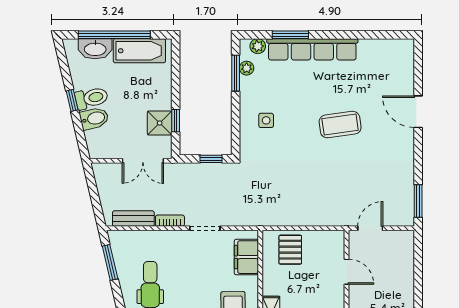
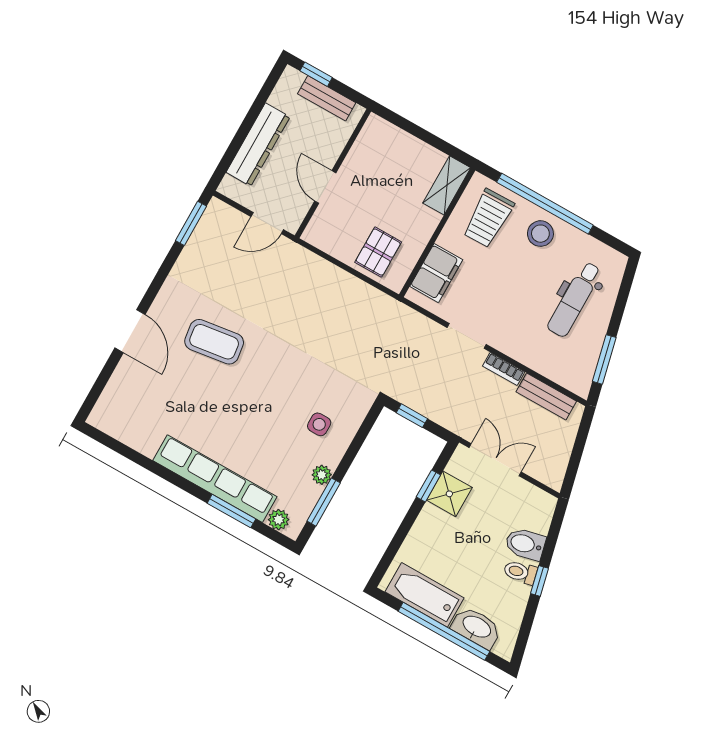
plant: (247, 68) -> (322, 475), moved
toilet: (92, 98) -> (520, 572), width x0.73, depth x0.72
coffee table: (340, 125) -> (214, 342), moved
dresser: (404, 274) -> (258, 145), added

